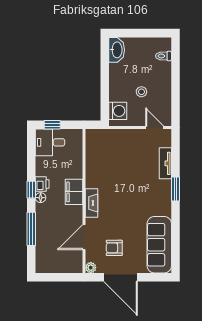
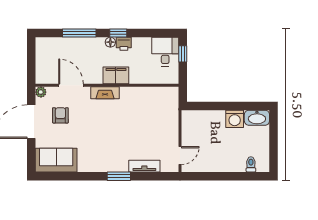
stool: (141, 92) -> (215, 142), removed
washing machine: (118, 111) -> (235, 119), moved
sofa: (159, 245) -> (56, 160), width x0.73

